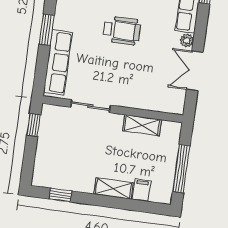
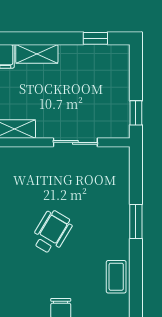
wheelchair: (122, 31) -> (52, 232), turned 121
row of seats: (58, 62) -> (118, 187), removed

